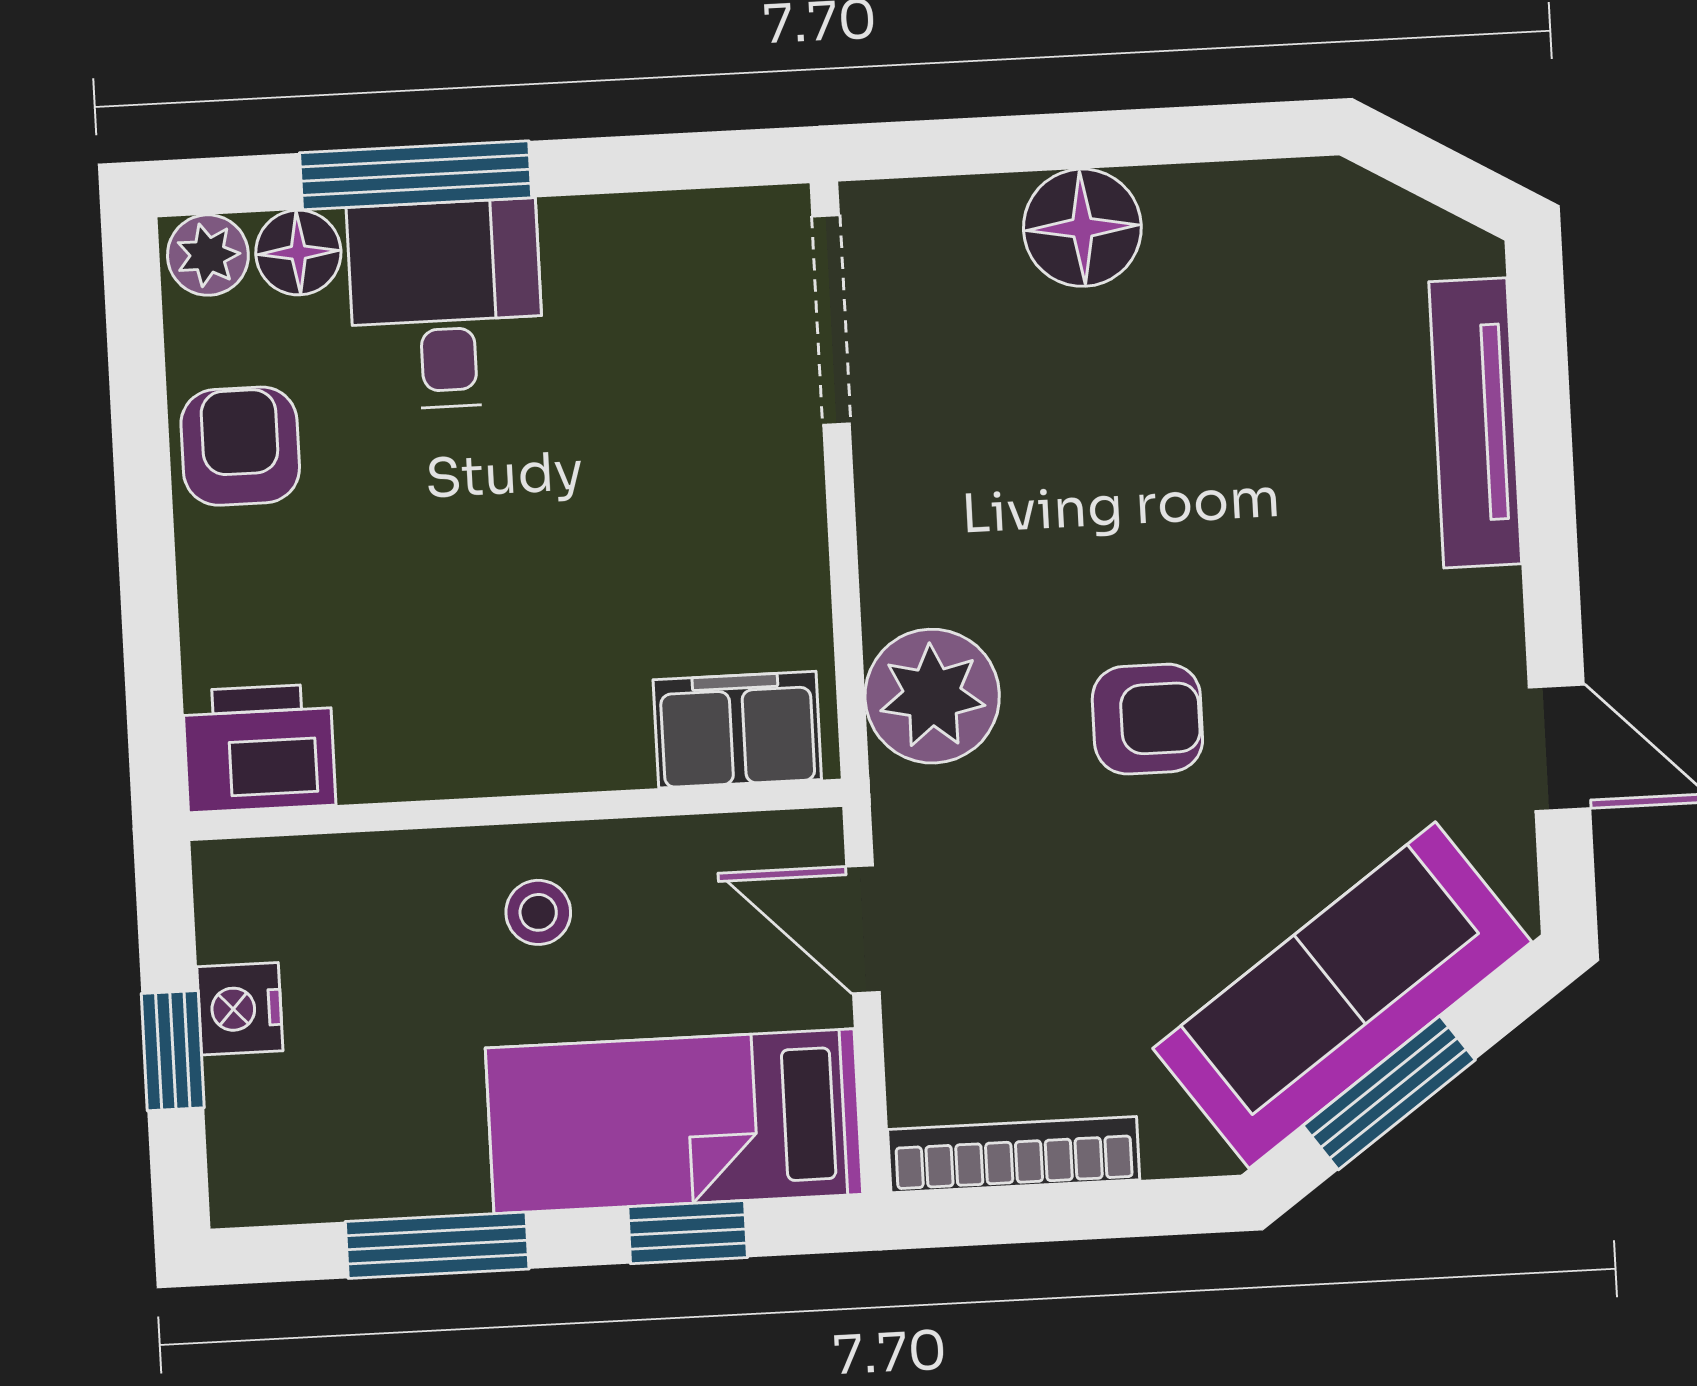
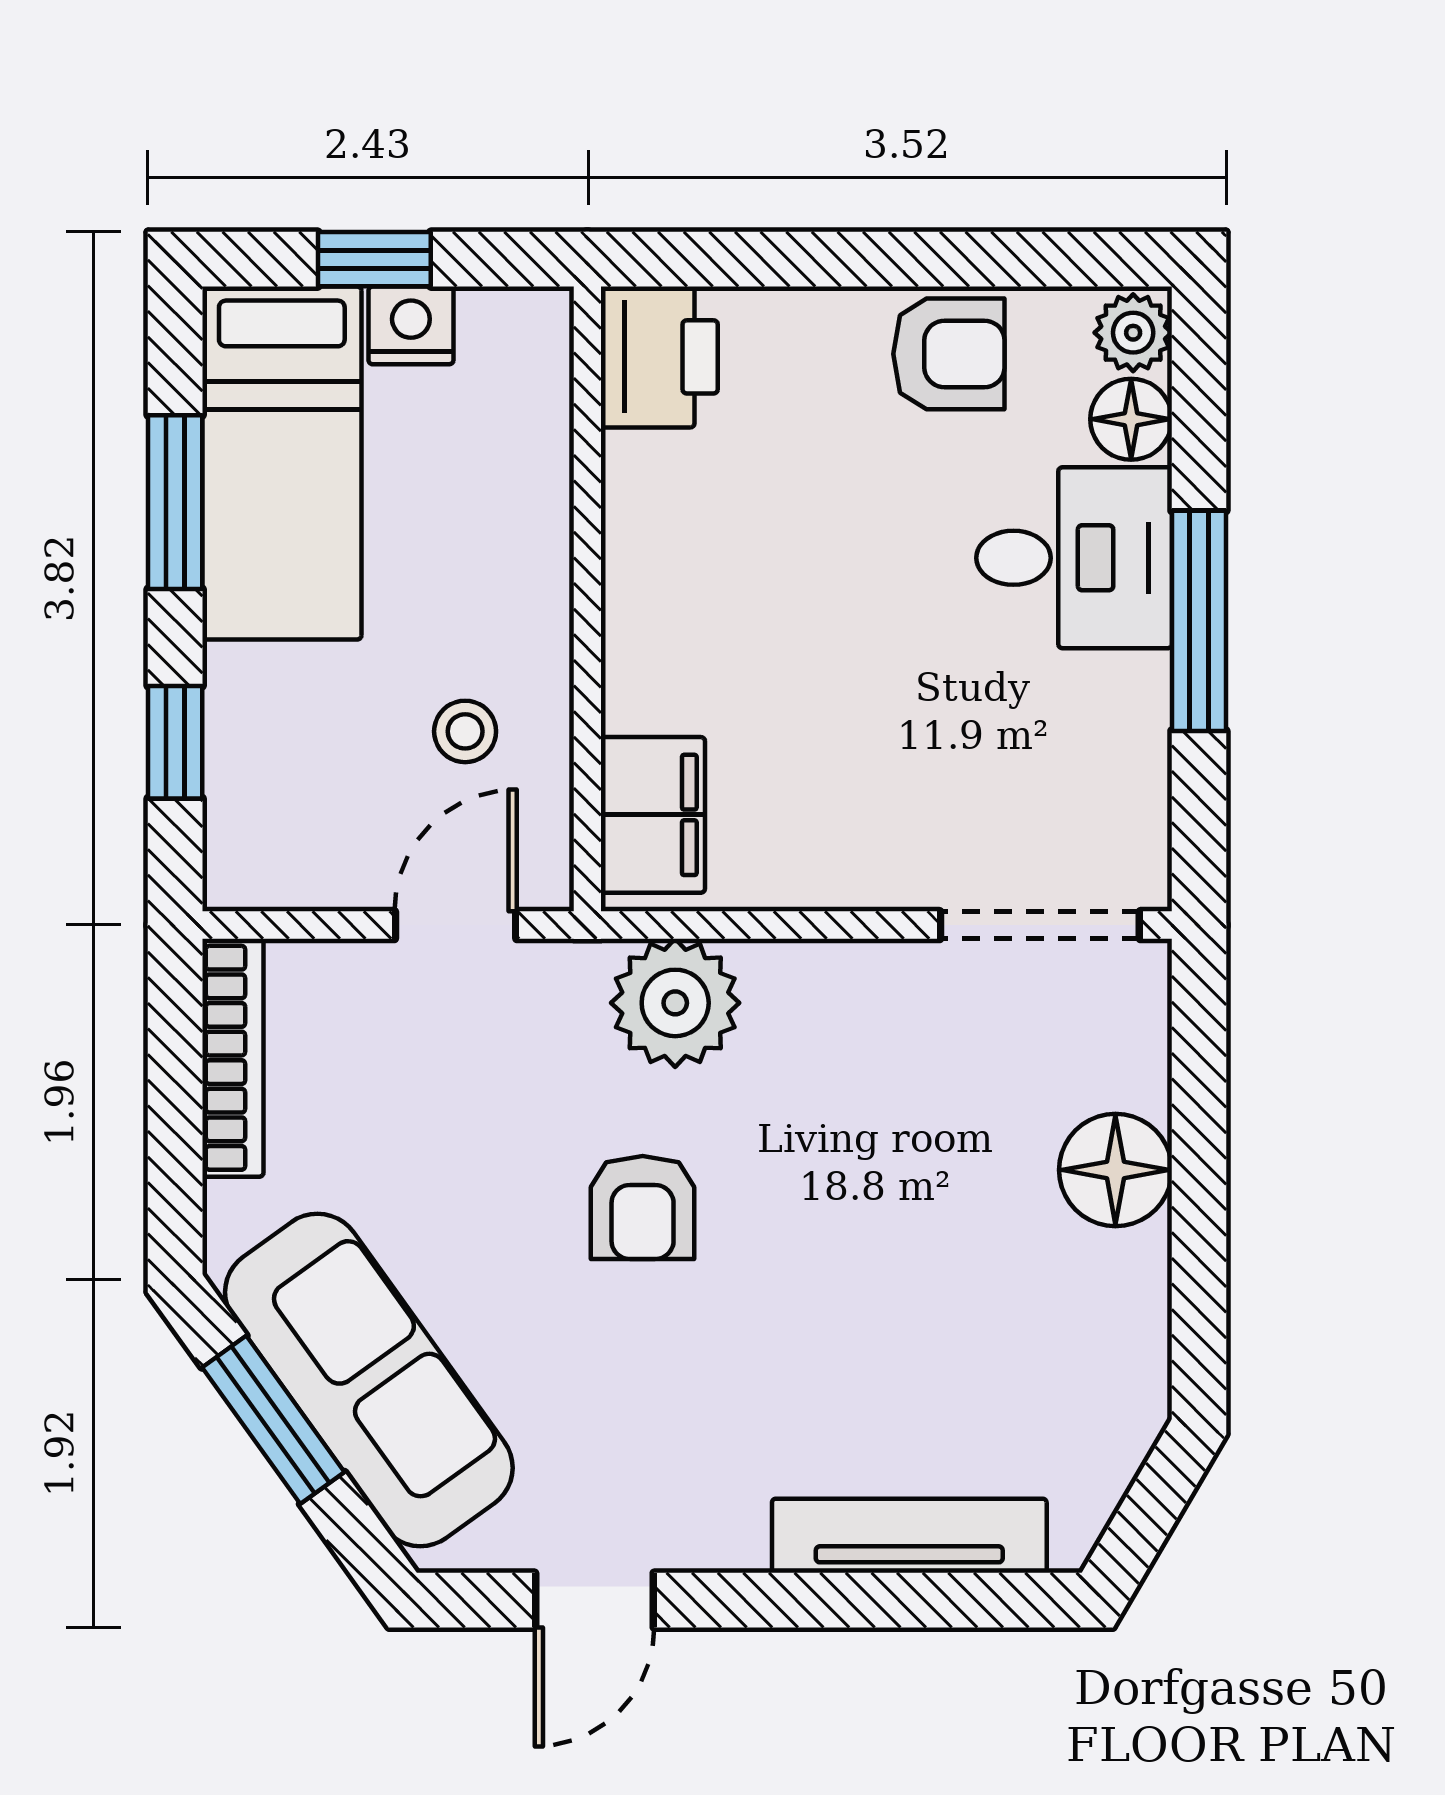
window: (416, 175) -> (1199, 621), moved
stool: (538, 912) -> (465, 731), moved
bed: (674, 1121) -> (282, 463), moved, turned 180

